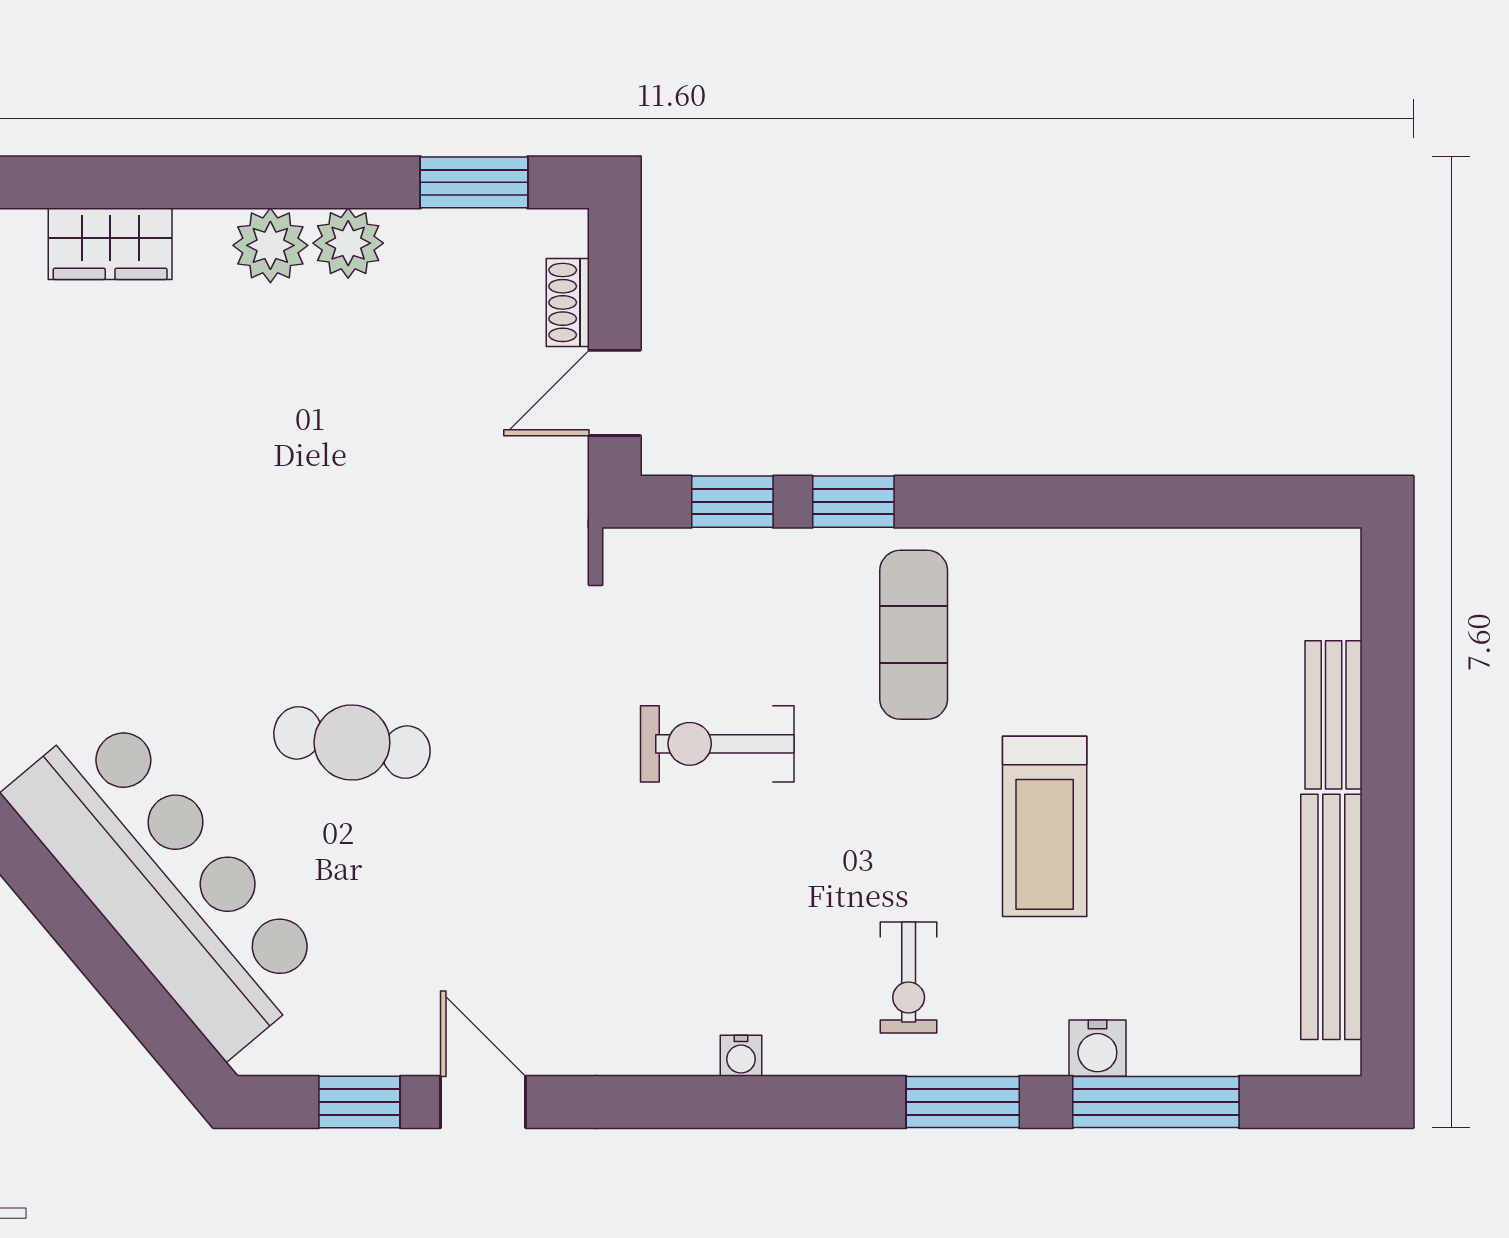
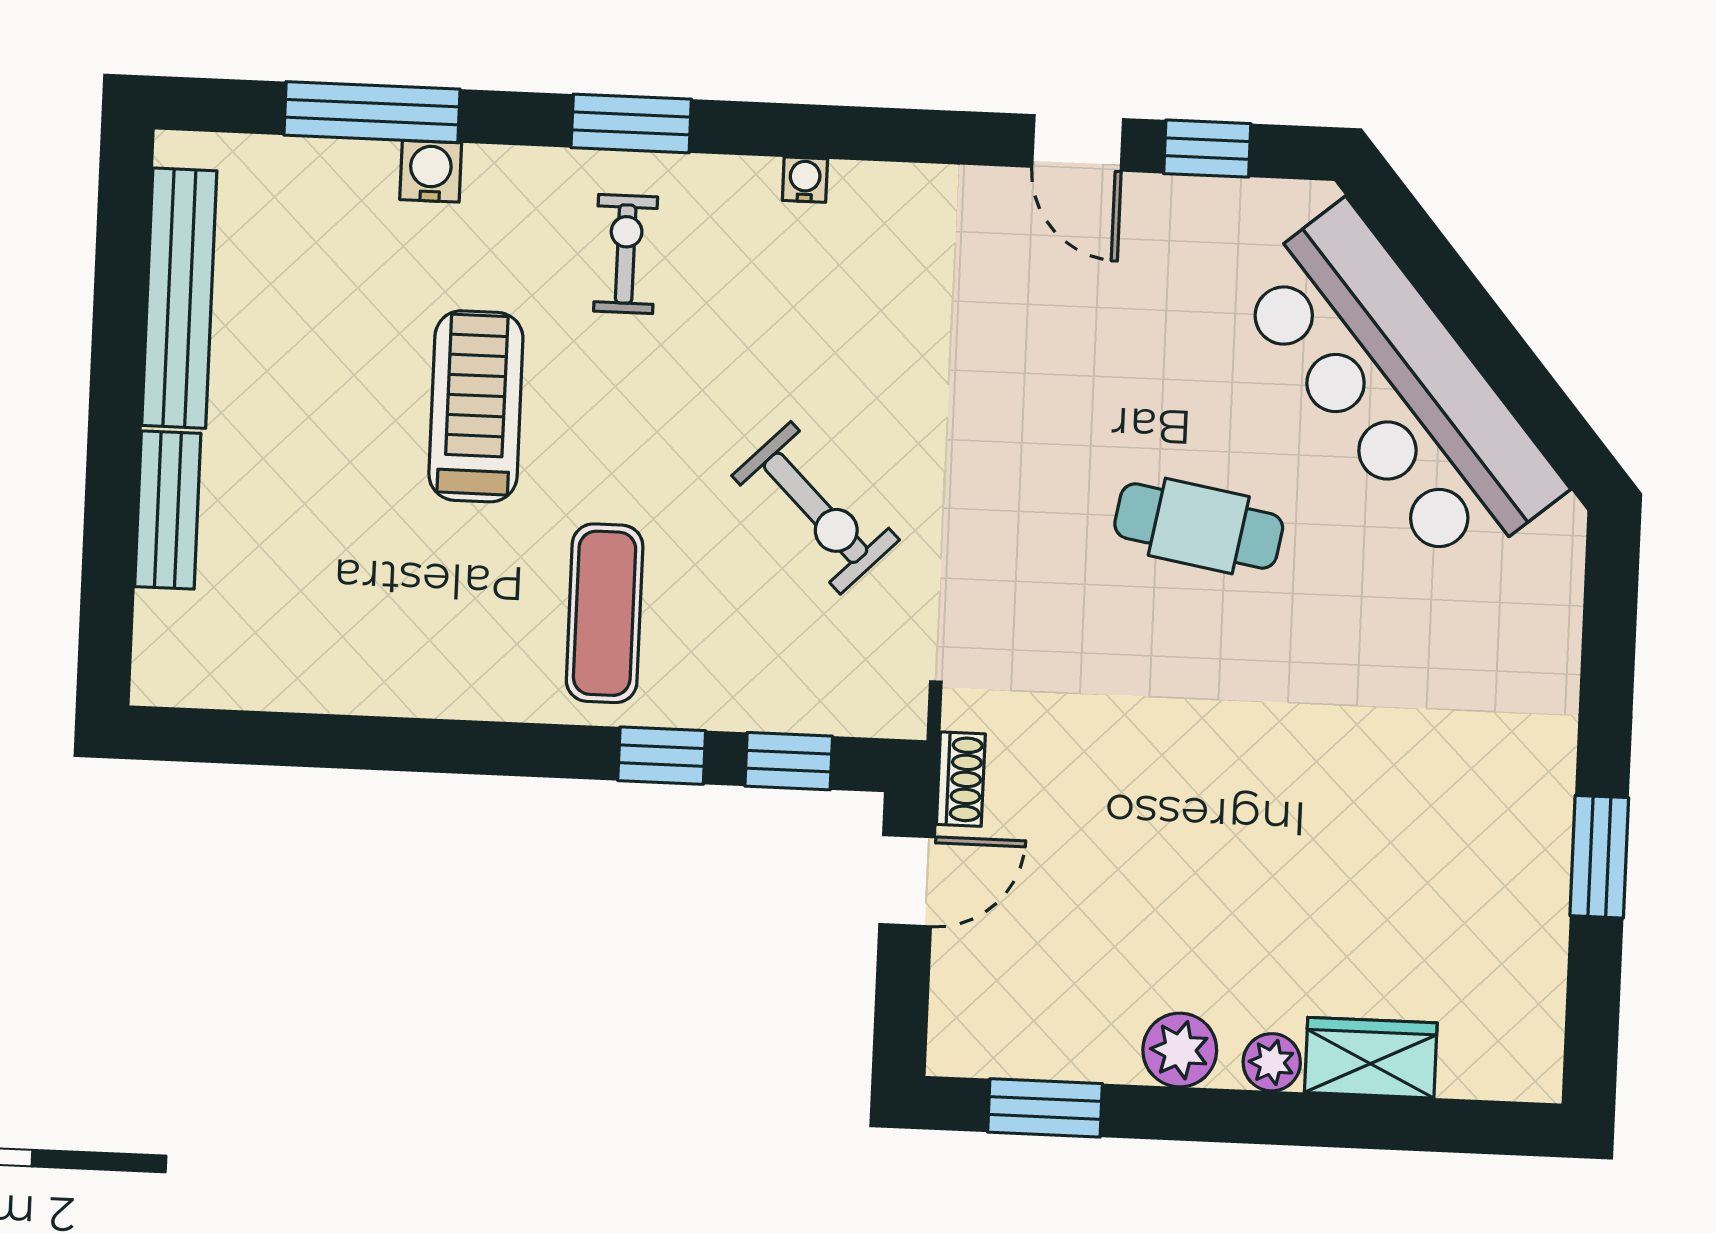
wardrobe: (110, 244) -> (1371, 1058), moved
plant: (270, 245) -> (1272, 1062), width x0.73, depth x0.73
shoe rack: (568, 302) -> (961, 779), moved
exercise bike: (717, 744) -> (816, 508), turned 45
window: (963, 1102) -> (631, 123), moved

